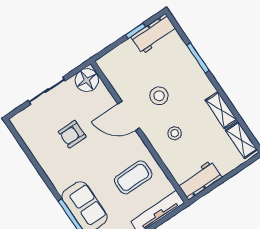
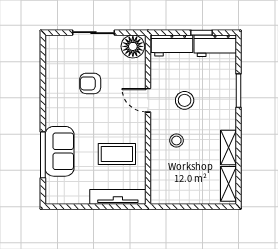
door: (129, 116) -> (148, 100), width x0.73
workbench: (199, 180) -> (172, 45), moved, turned 180

